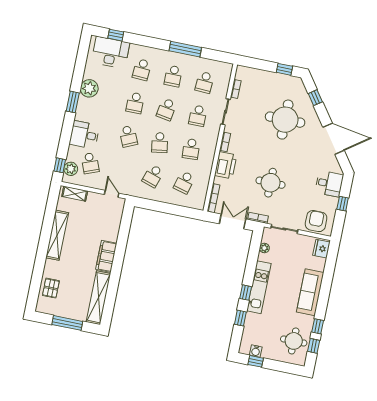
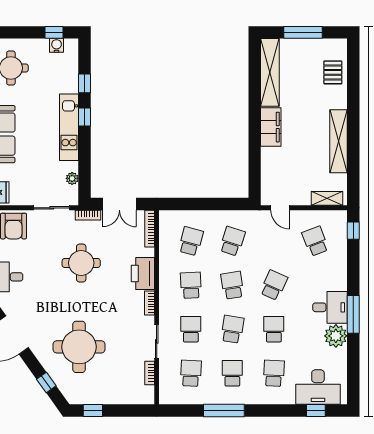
window: (73, 102) -> (353, 314), width x1.44
desk: (84, 135) -> (330, 307), moved
school desk: (128, 136) -> (274, 285), turned 48
plant: (71, 169) -> (338, 229), removed

